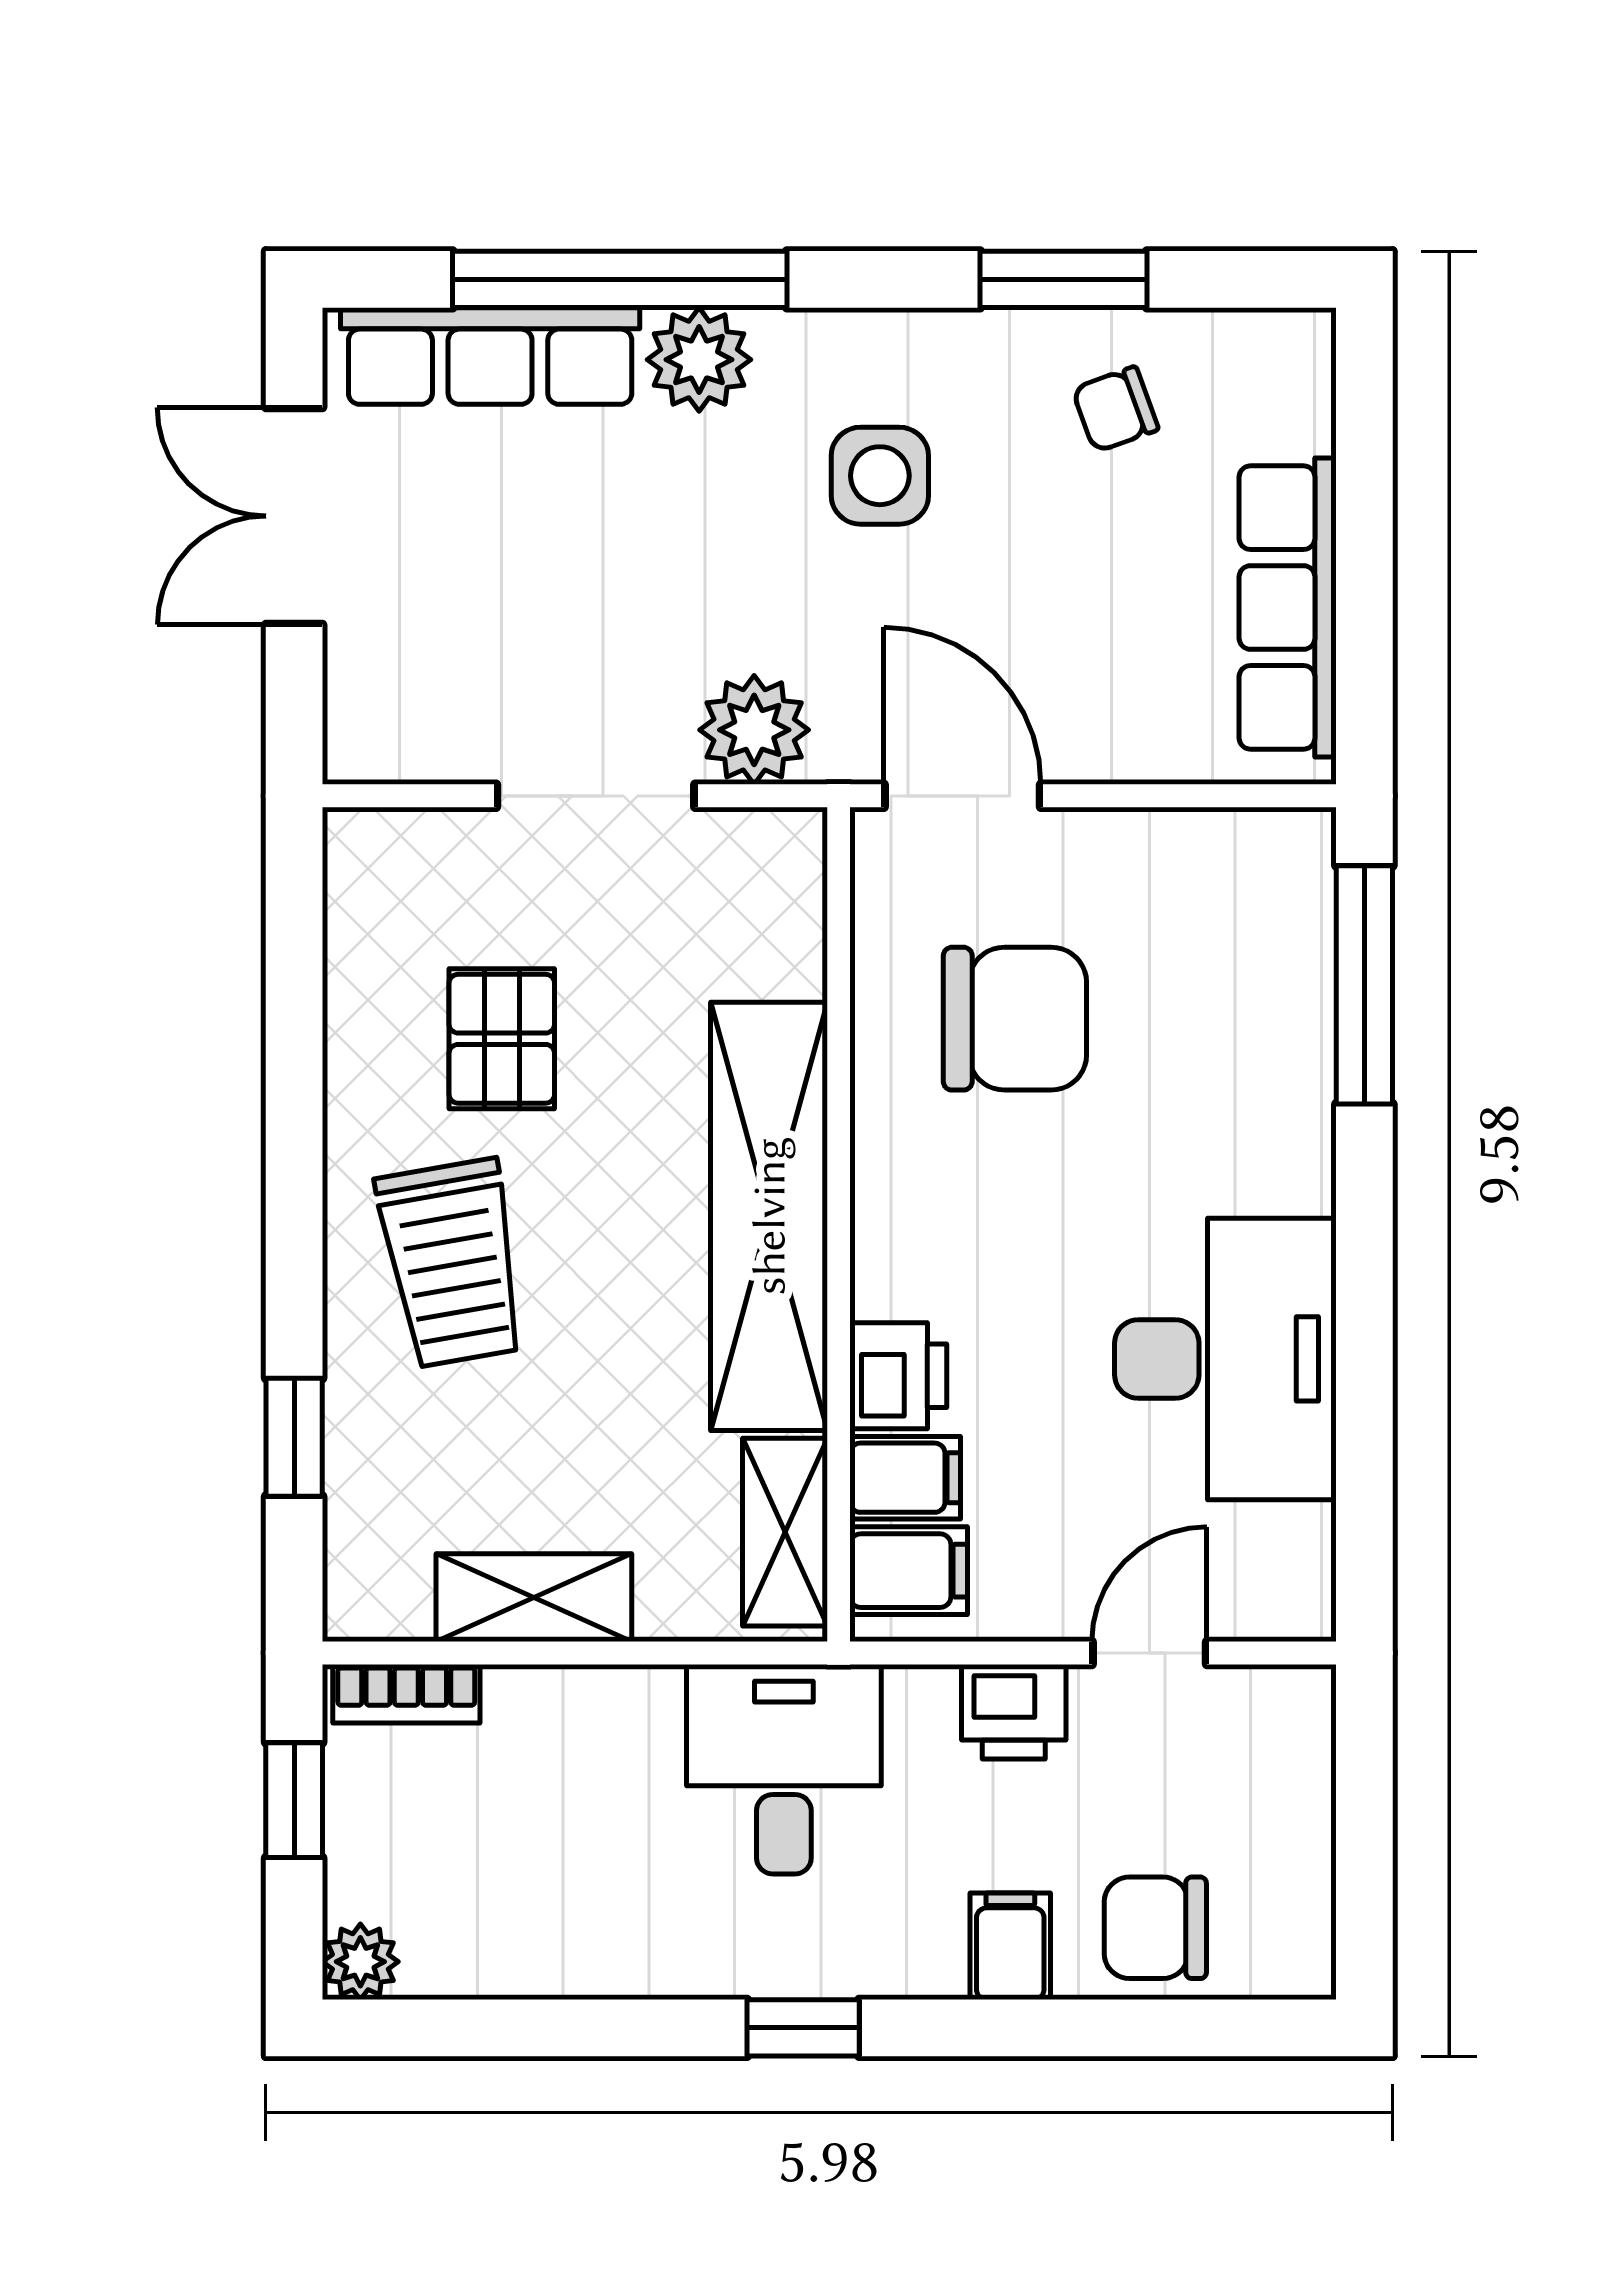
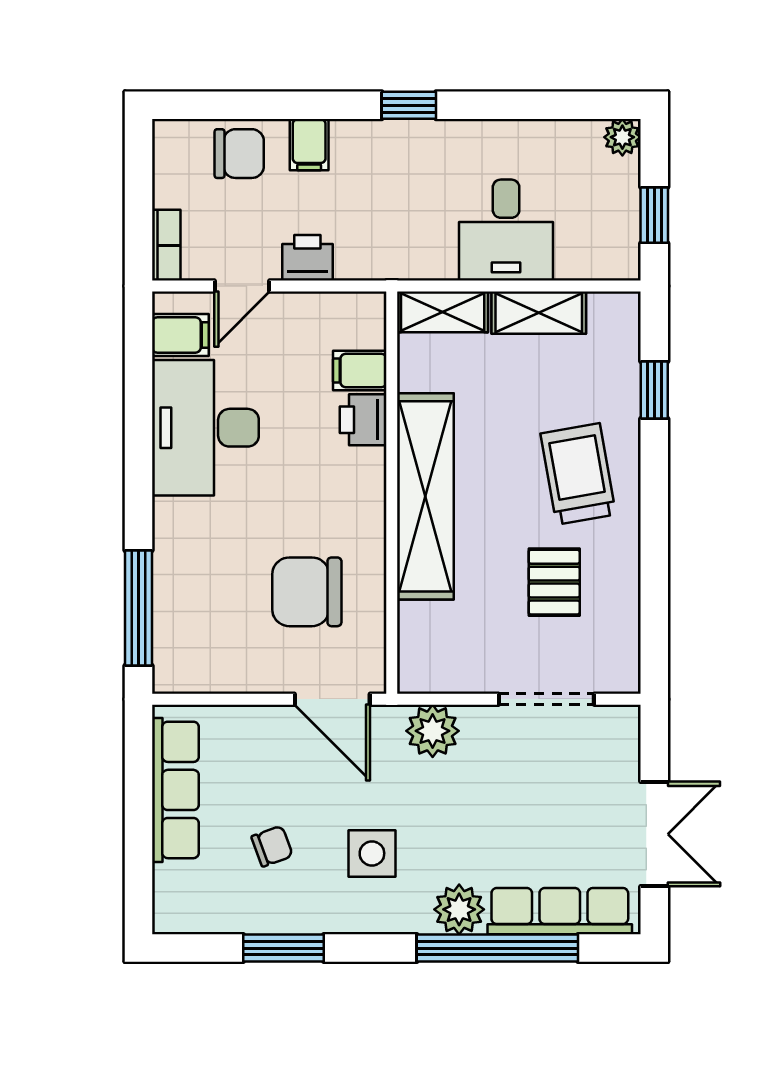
chair: (1115, 409) -> (272, 846), moved
doorway: (596, 796) -> (546, 699), moved
shelving: (785, 1532) -> (443, 312), moved, turned 90
filing cabinet: (909, 1571) -> (180, 335), moved, turned 180
bookcase: (406, 1694) -> (166, 245), moved, turned 90
desk: (784, 1769) -> (506, 230), moved

